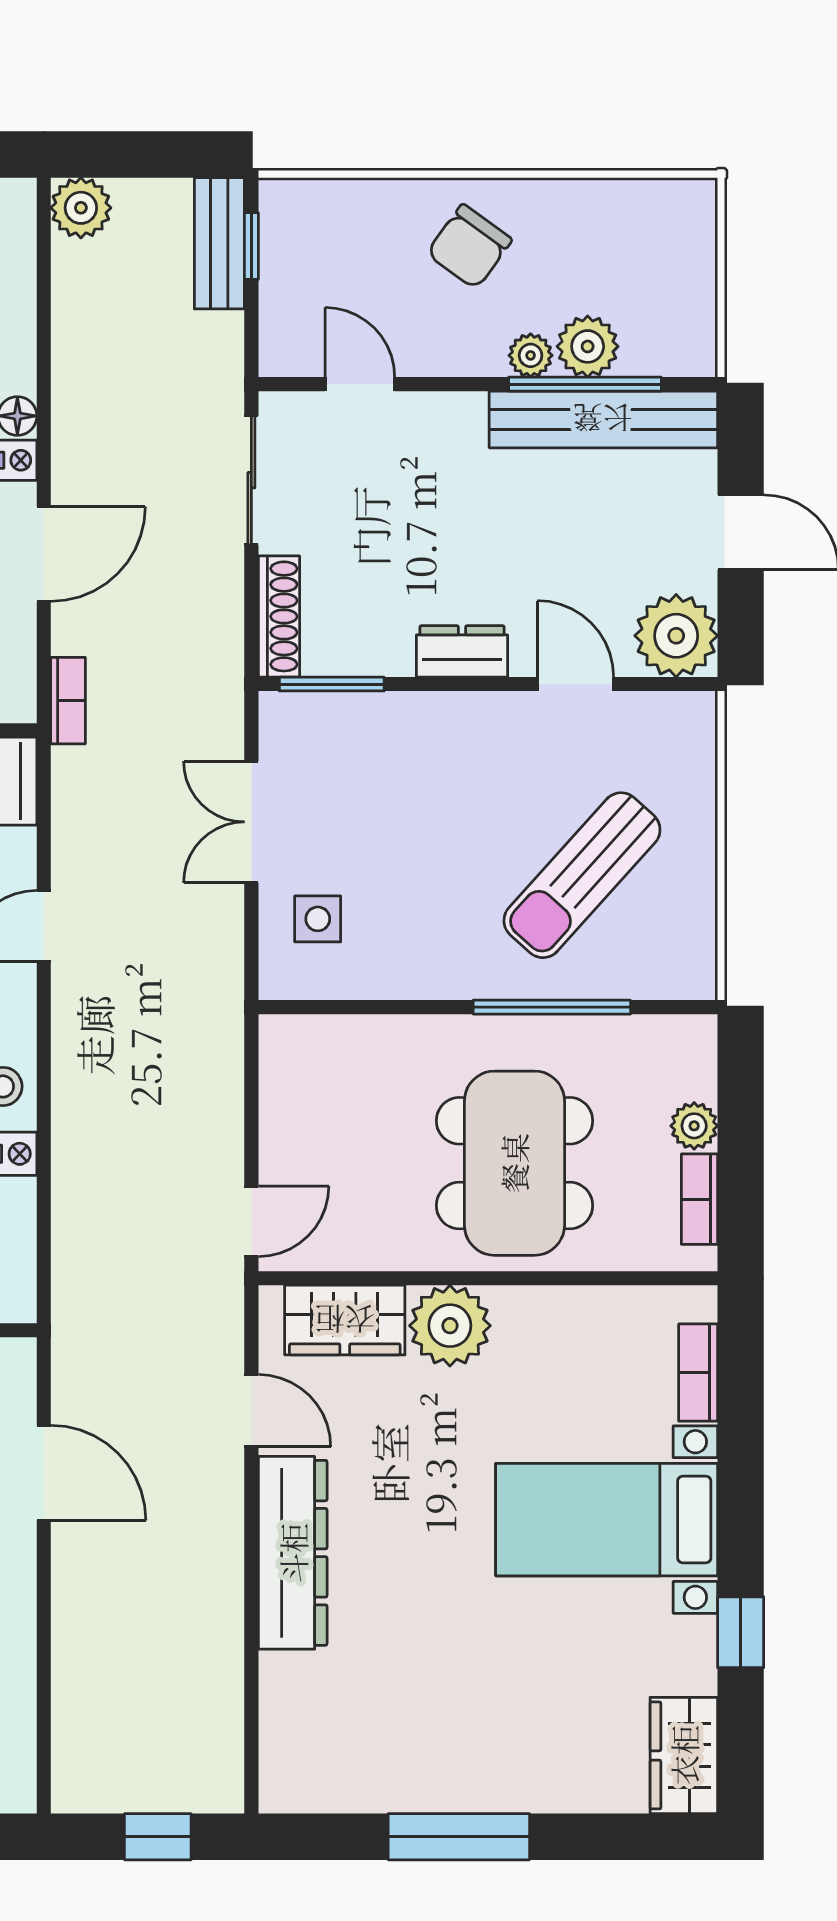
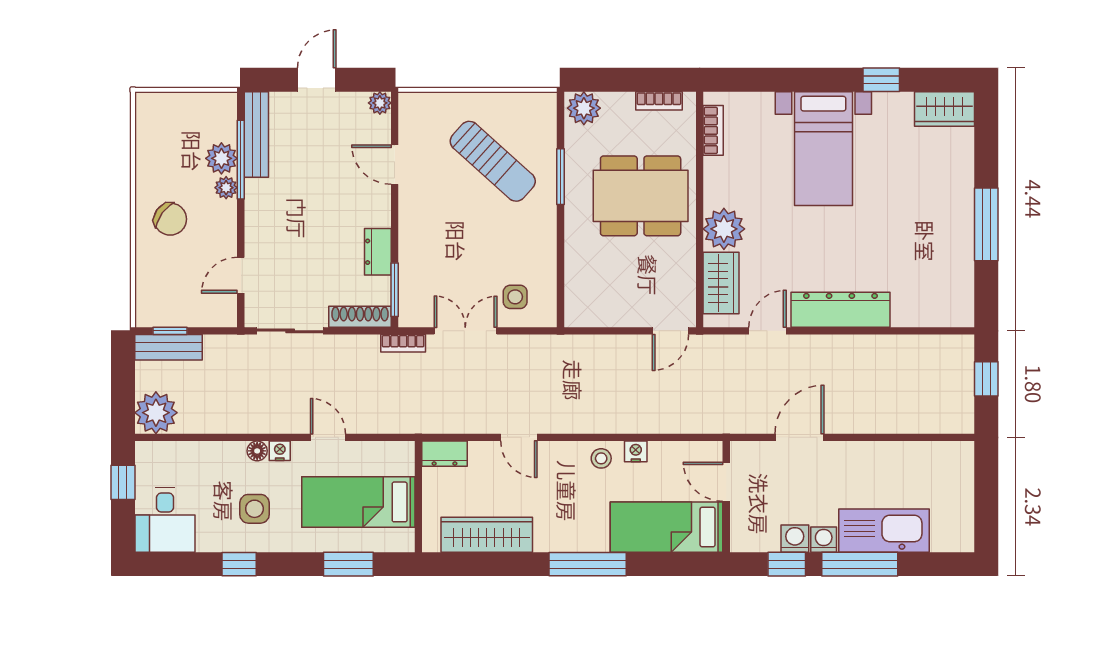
plant: (81, 208) -> (156, 413), width x1.36, depth x1.36
bench: (603, 419) -> (256, 135), width x0.73, depth x0.82
door: (44, 554) -> (328, 437), width x0.73
plant: (676, 636) -> (380, 103), width x0.53, depth x0.53
dresser: (462, 651) -> (378, 252), moved
door: (575, 684) -> (395, 165), hinge flipped
bookcase: (68, 701) -> (403, 343), moved, turned 180
double door: (251, 822) -> (465, 331), swing flipped
window: (552, 1007) -> (560, 177), width x0.69
plant: (694, 1126) -> (584, 108), moved, width x1.38, depth x1.38
door: (251, 1221) -> (670, 331), swing flipped
bookcase: (698, 1373) -> (713, 130), moved, turned -90

